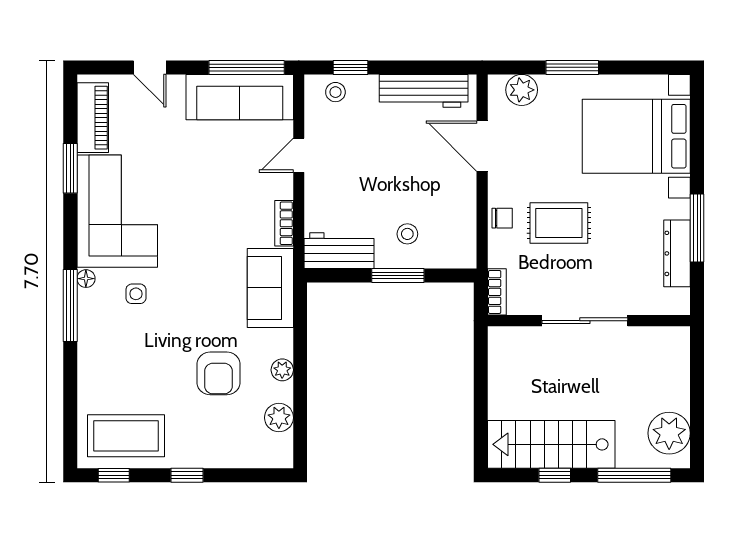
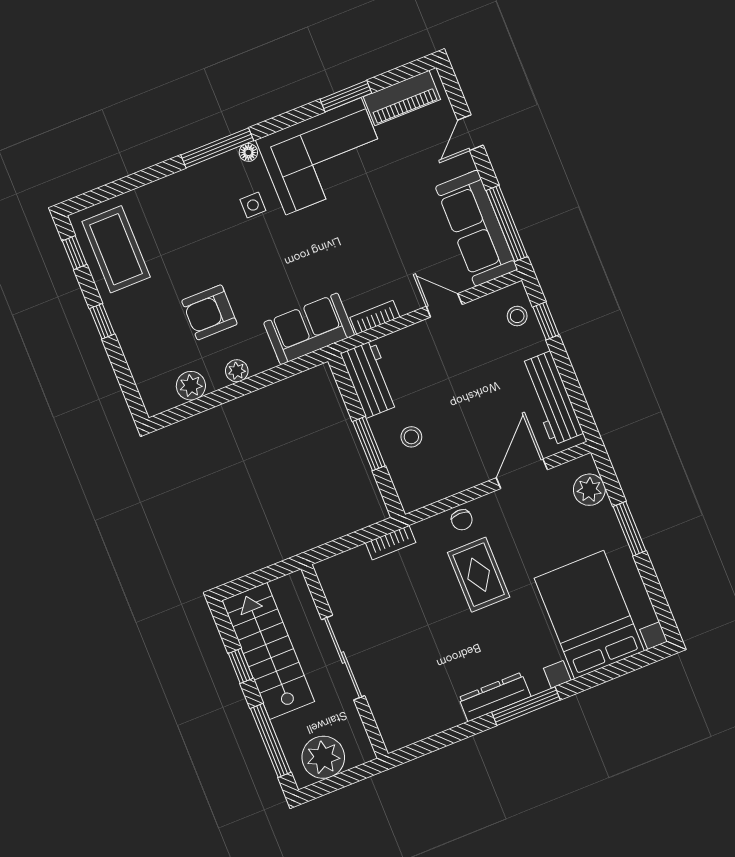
sliding door: (585, 321) -> (343, 658), moved
wall: (589, 321) -> (345, 661), moved

